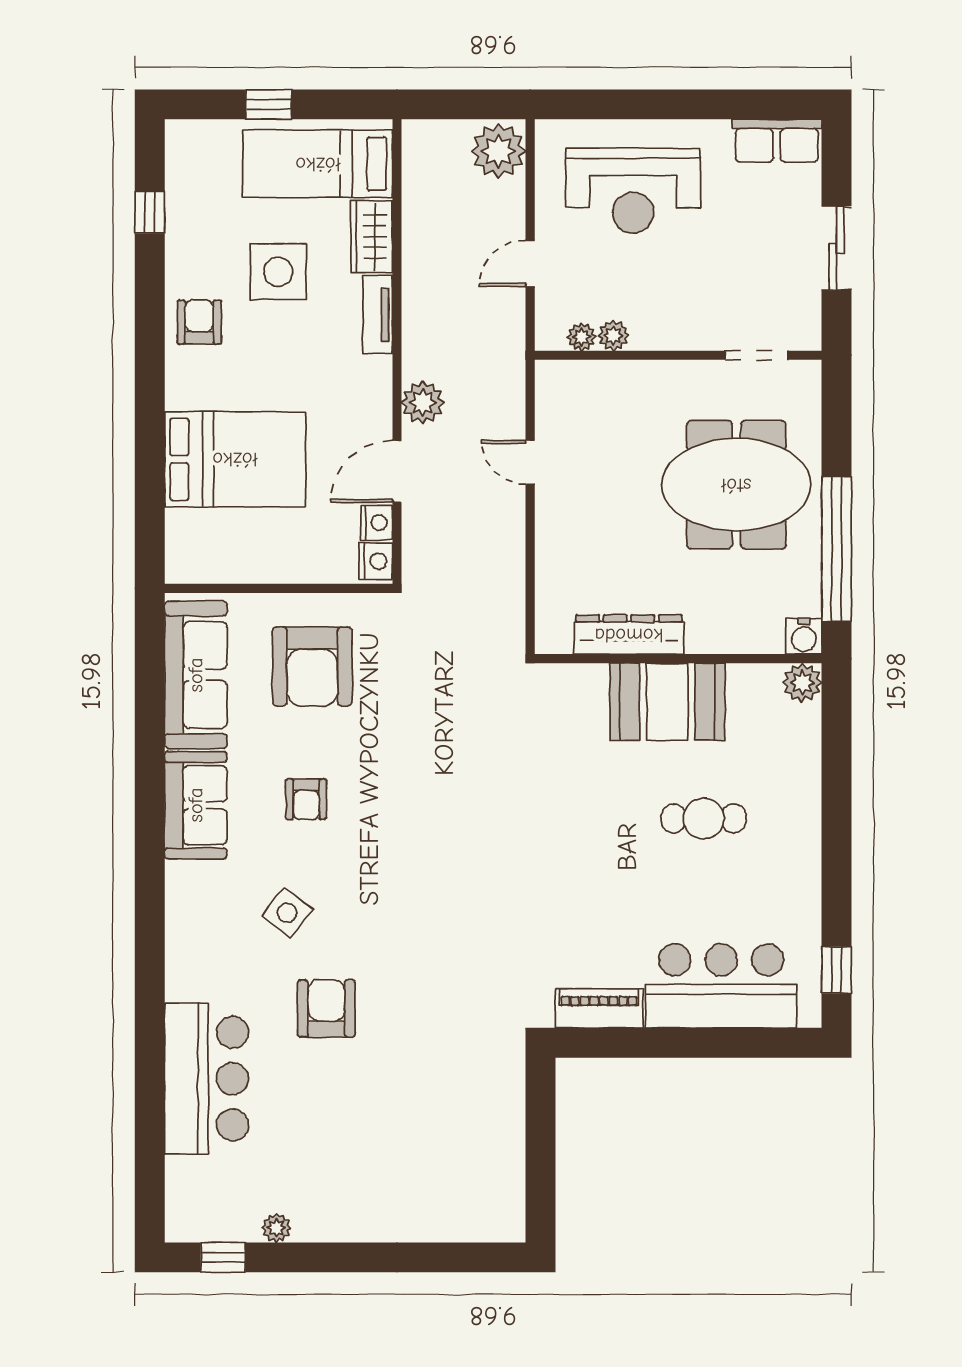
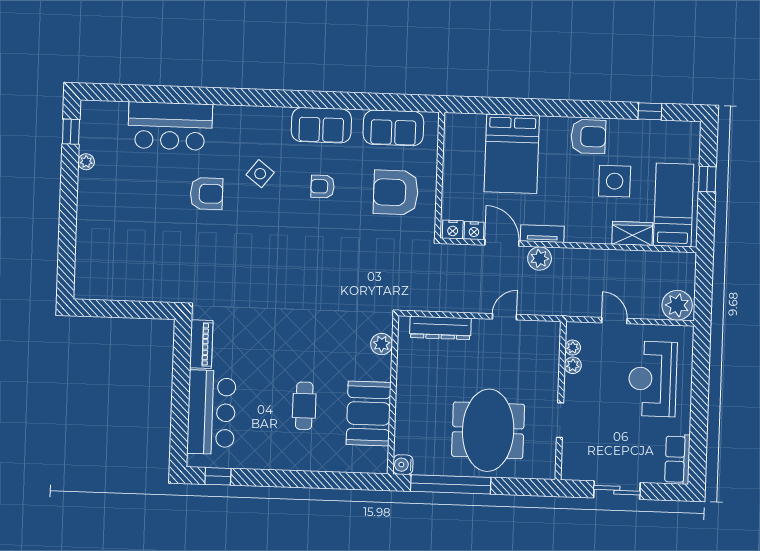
tv unit: (378, 315) -> (542, 234), moved
armchair: (199, 322) -> (588, 137), width x1.38, depth x1.38
doorway: (757, 355) -> (560, 420), moved
dresser: (629, 635) -> (440, 328), moved, turned 90
sofa: (196, 675) -> (393, 128), width x0.73
plant: (802, 683) -> (382, 344), moved
booth: (667, 702) -> (369, 413), moved

